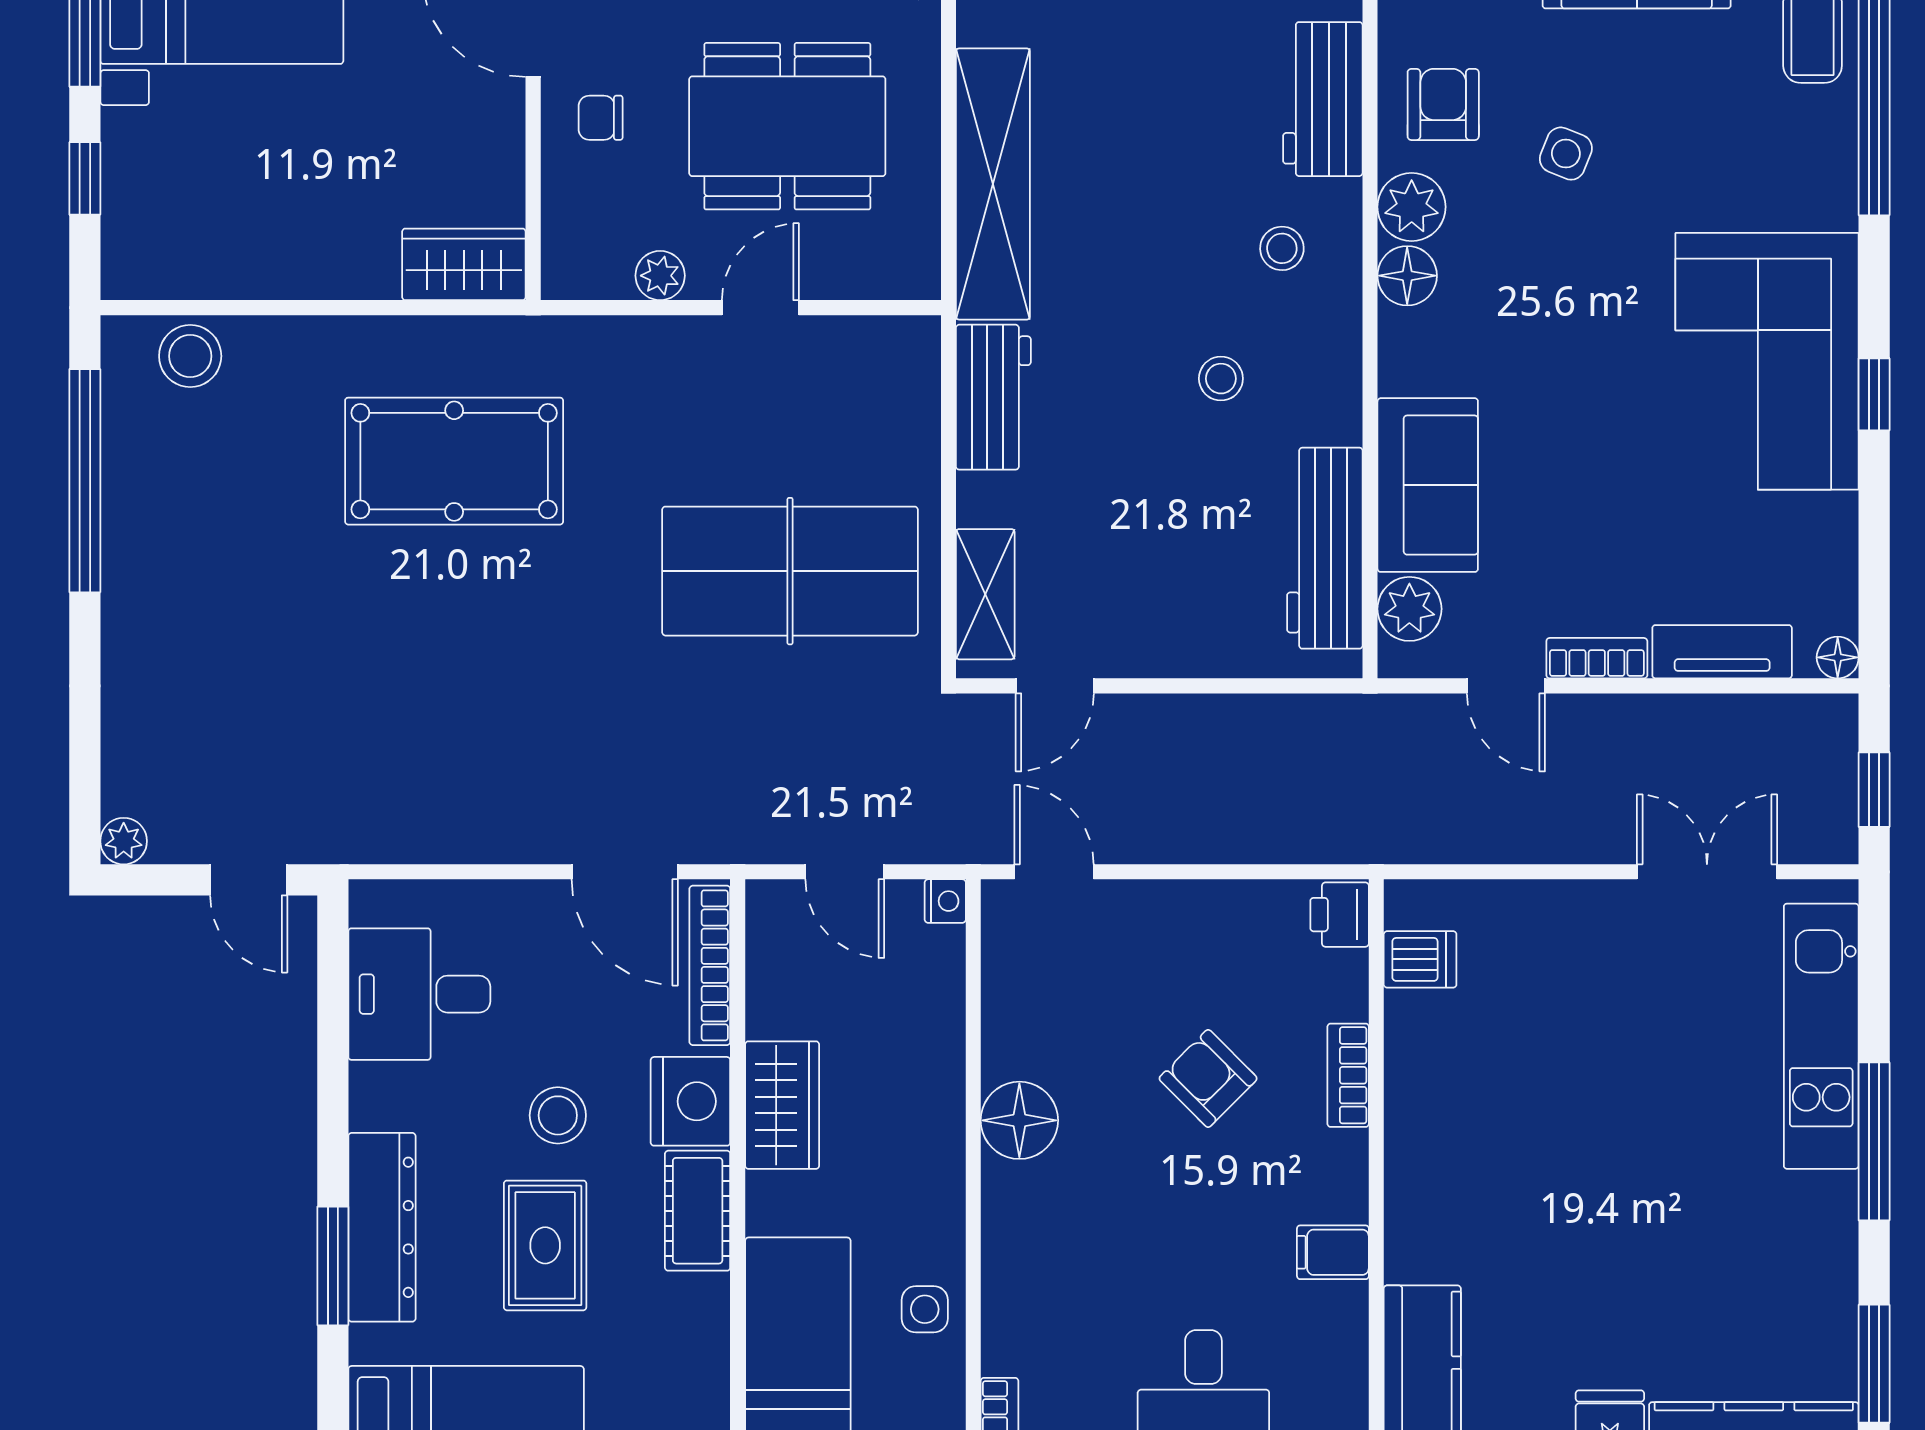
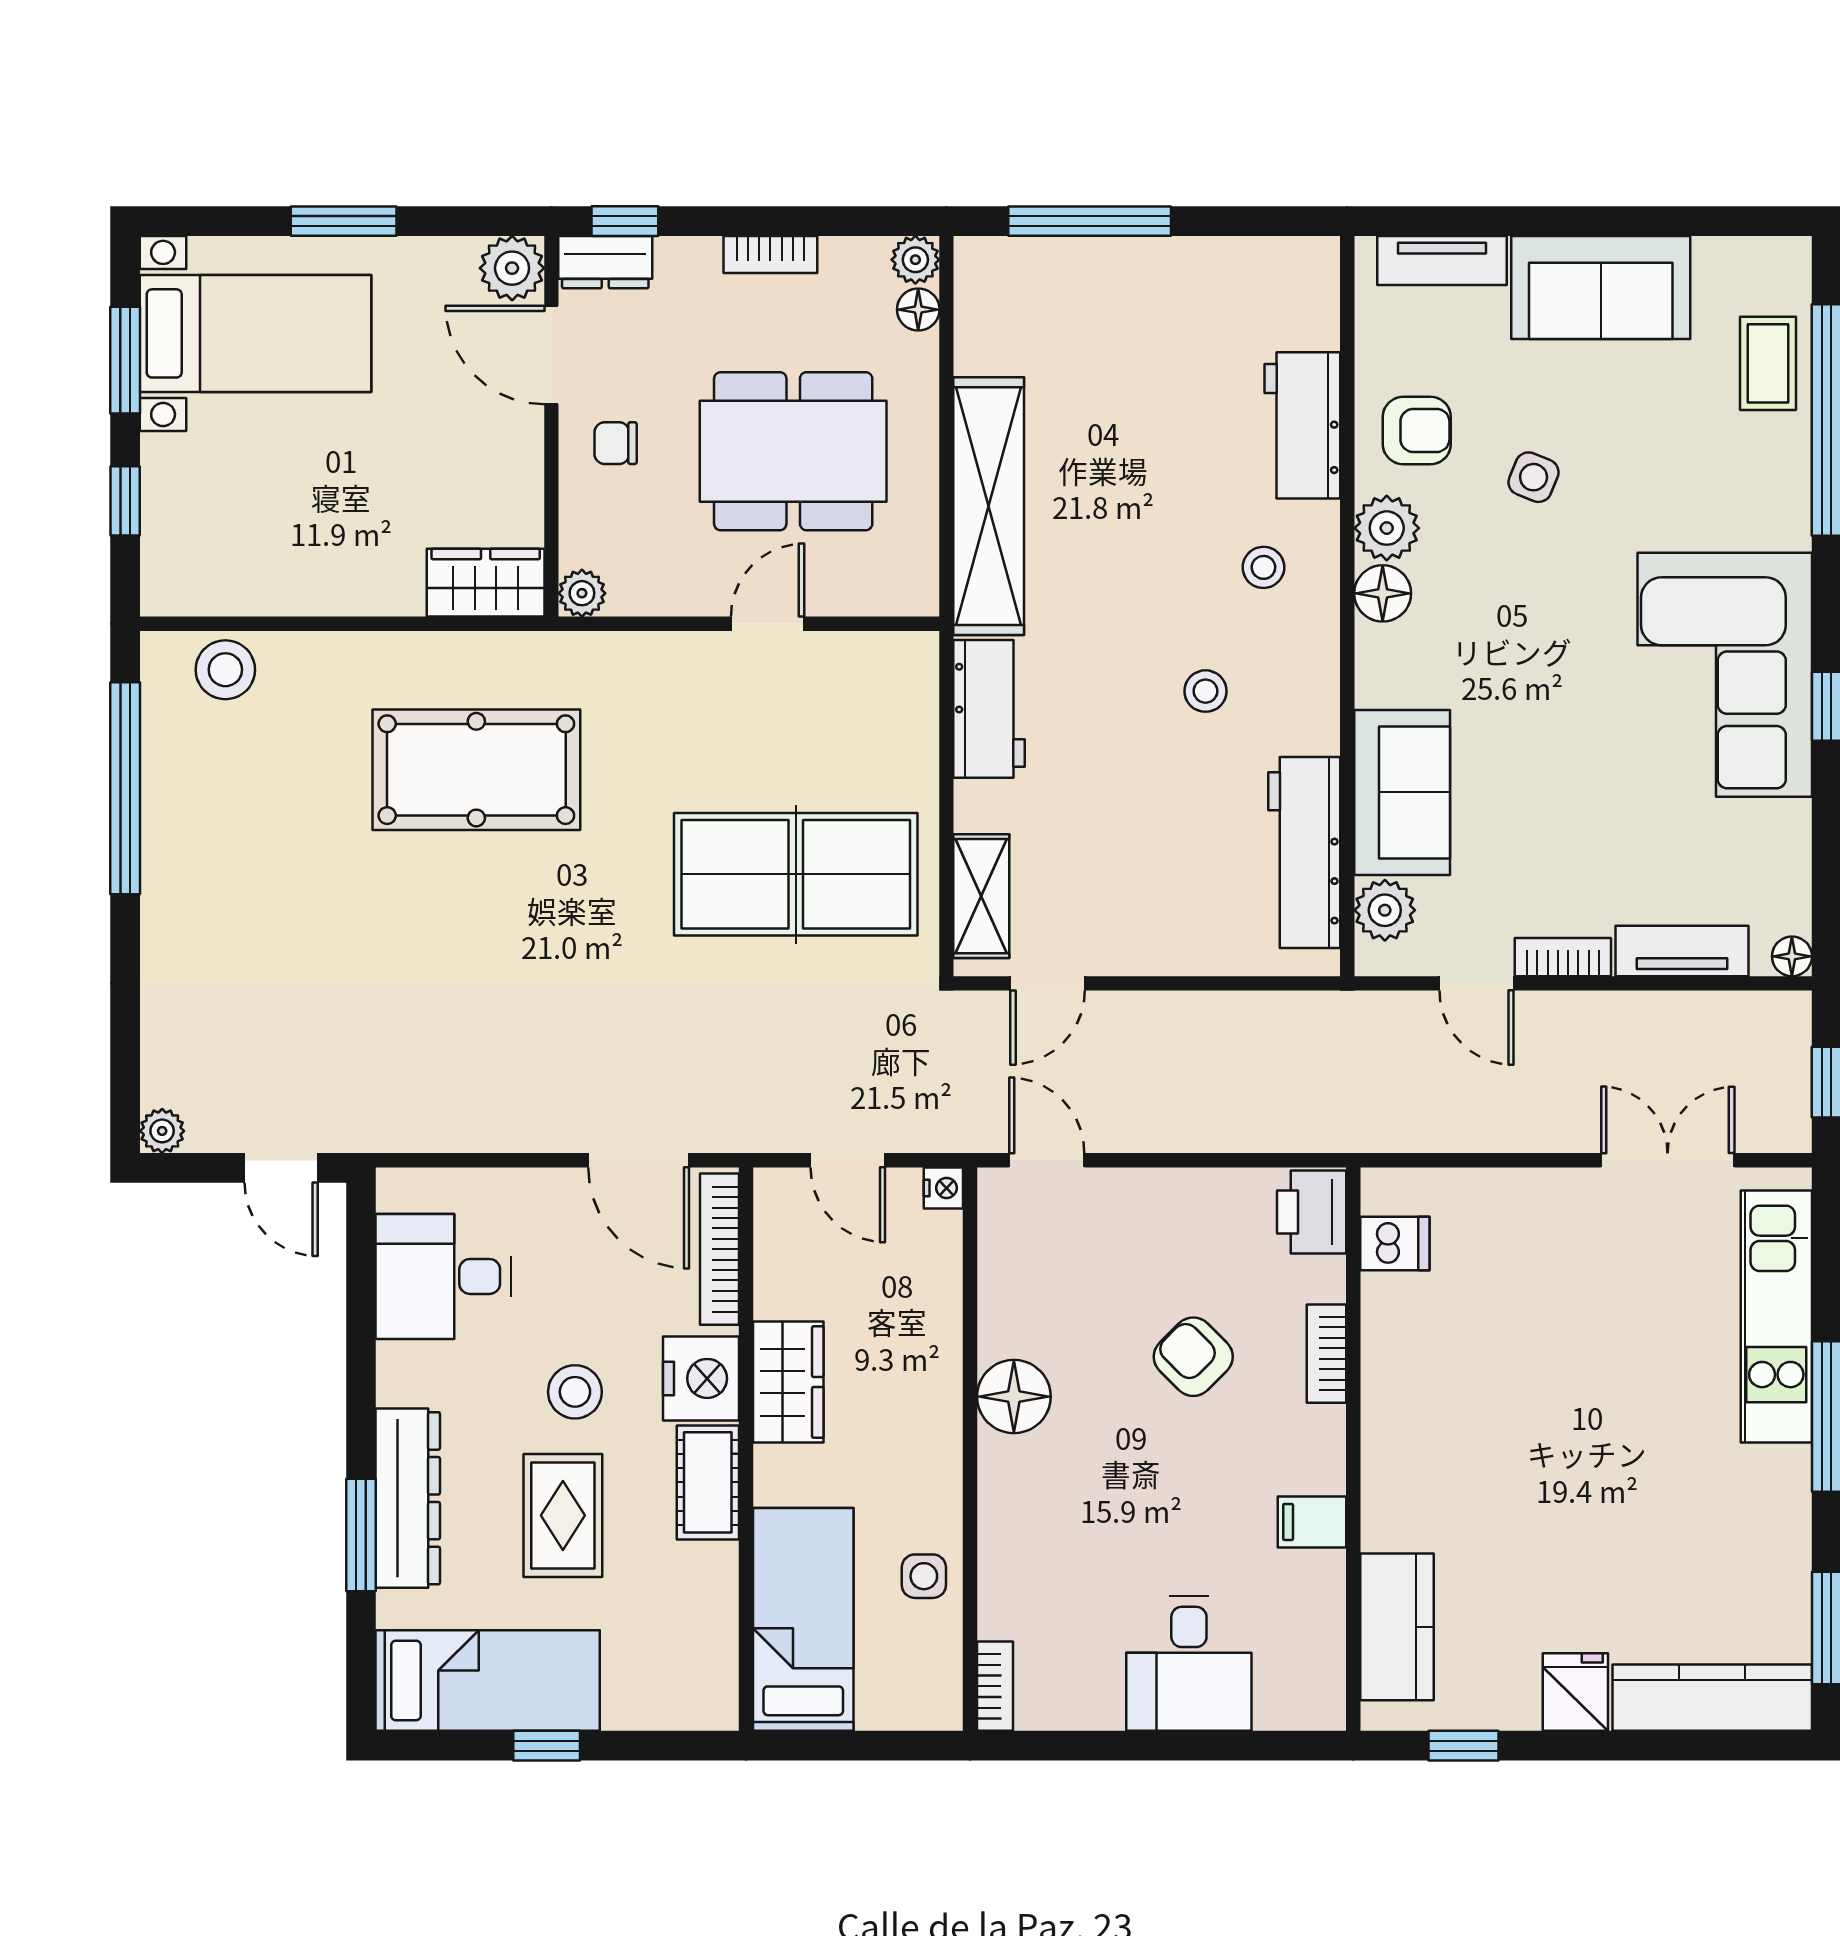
armchair: (1443, 104) -> (1417, 430), turned 90
plant: (660, 276) -> (582, 593), moved
printer: (1340, 915) -> (1312, 1212), width x1.36, depth x1.24

